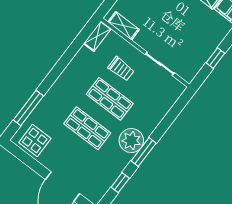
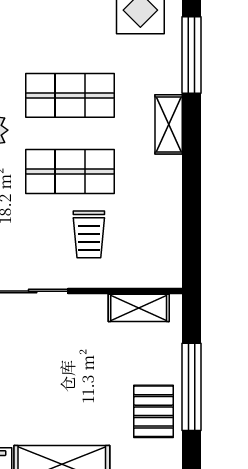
shelving: (97, 36) -> (169, 124), moved
trolley: (121, 69) -> (89, 234), turned -90

